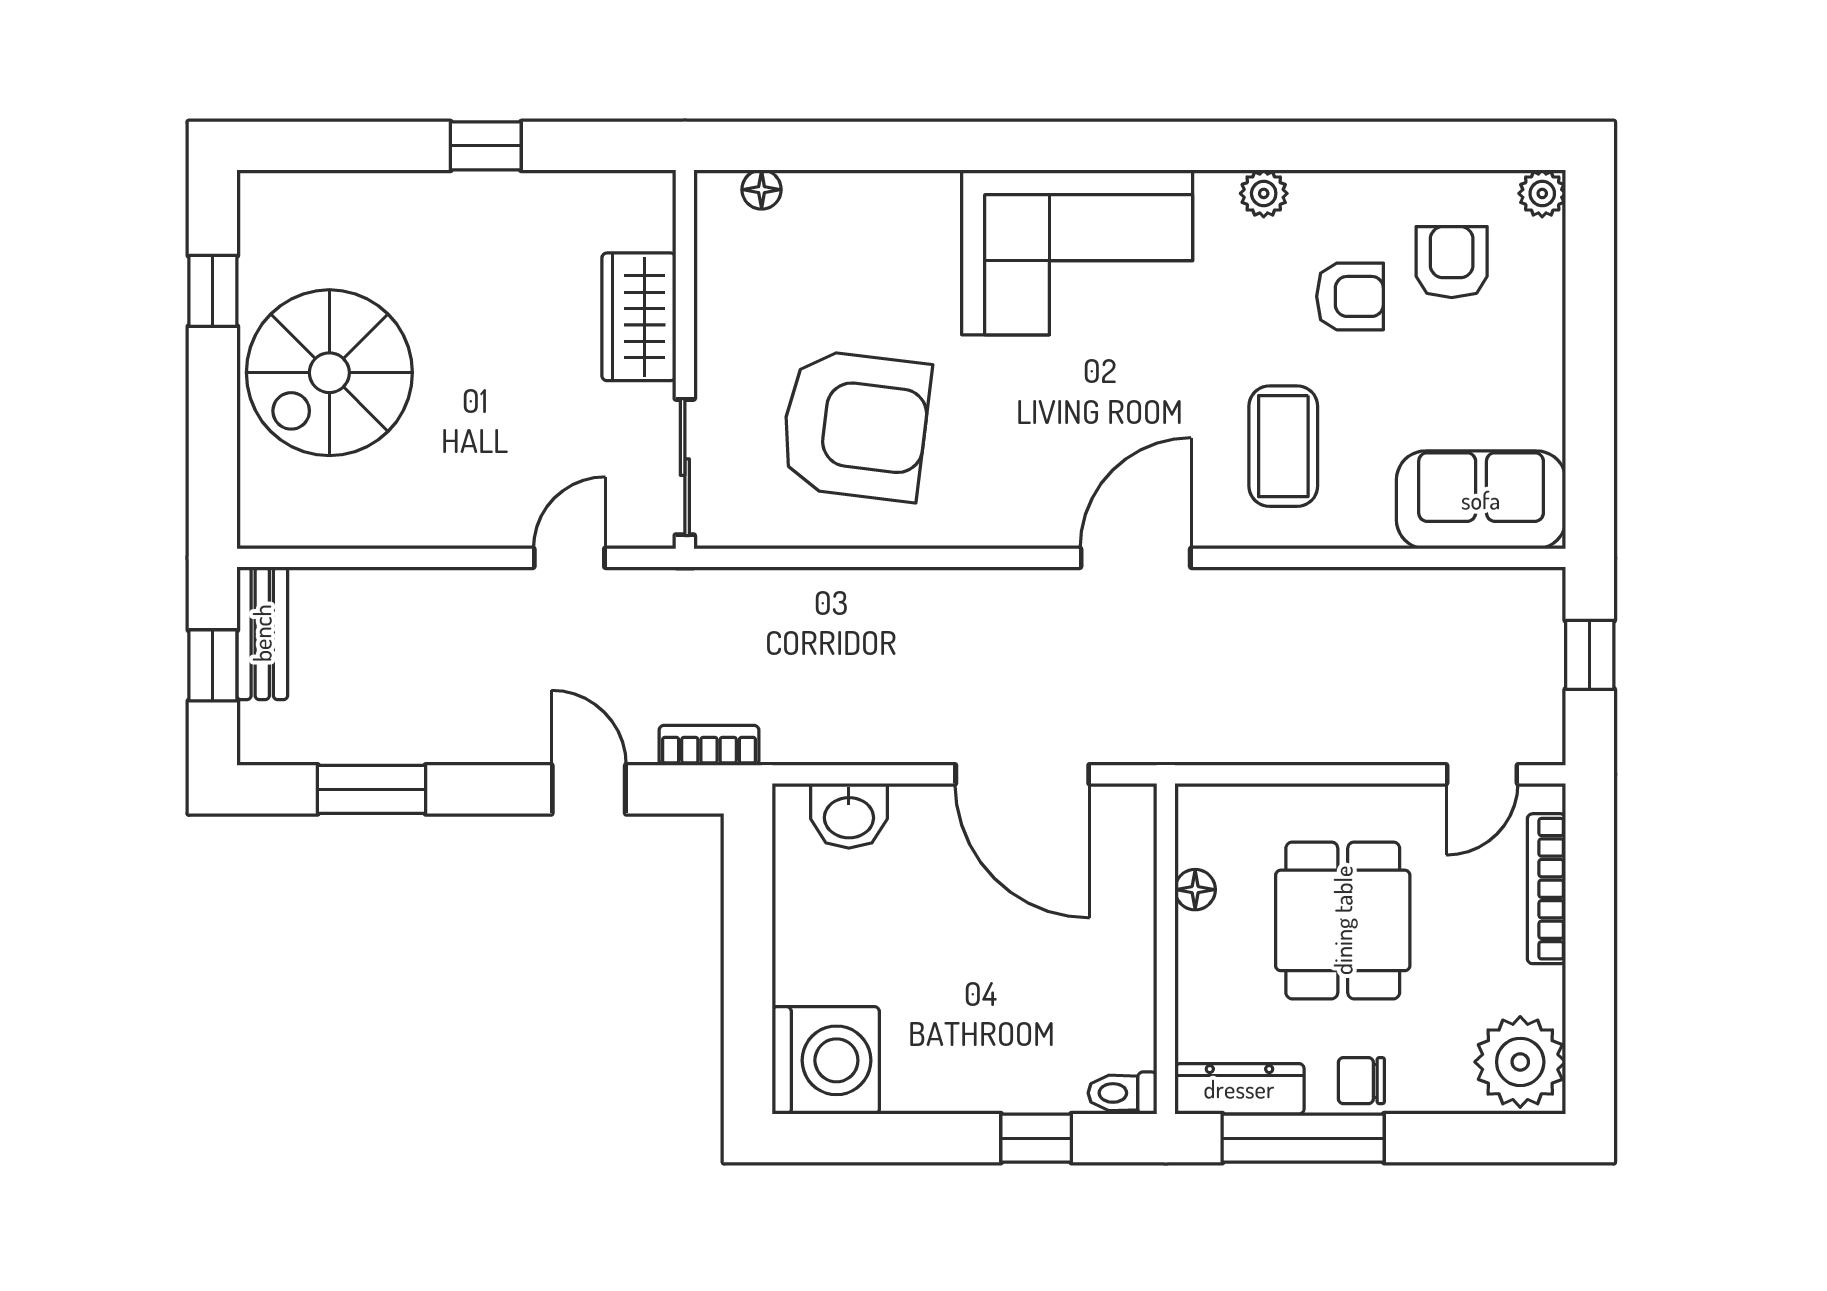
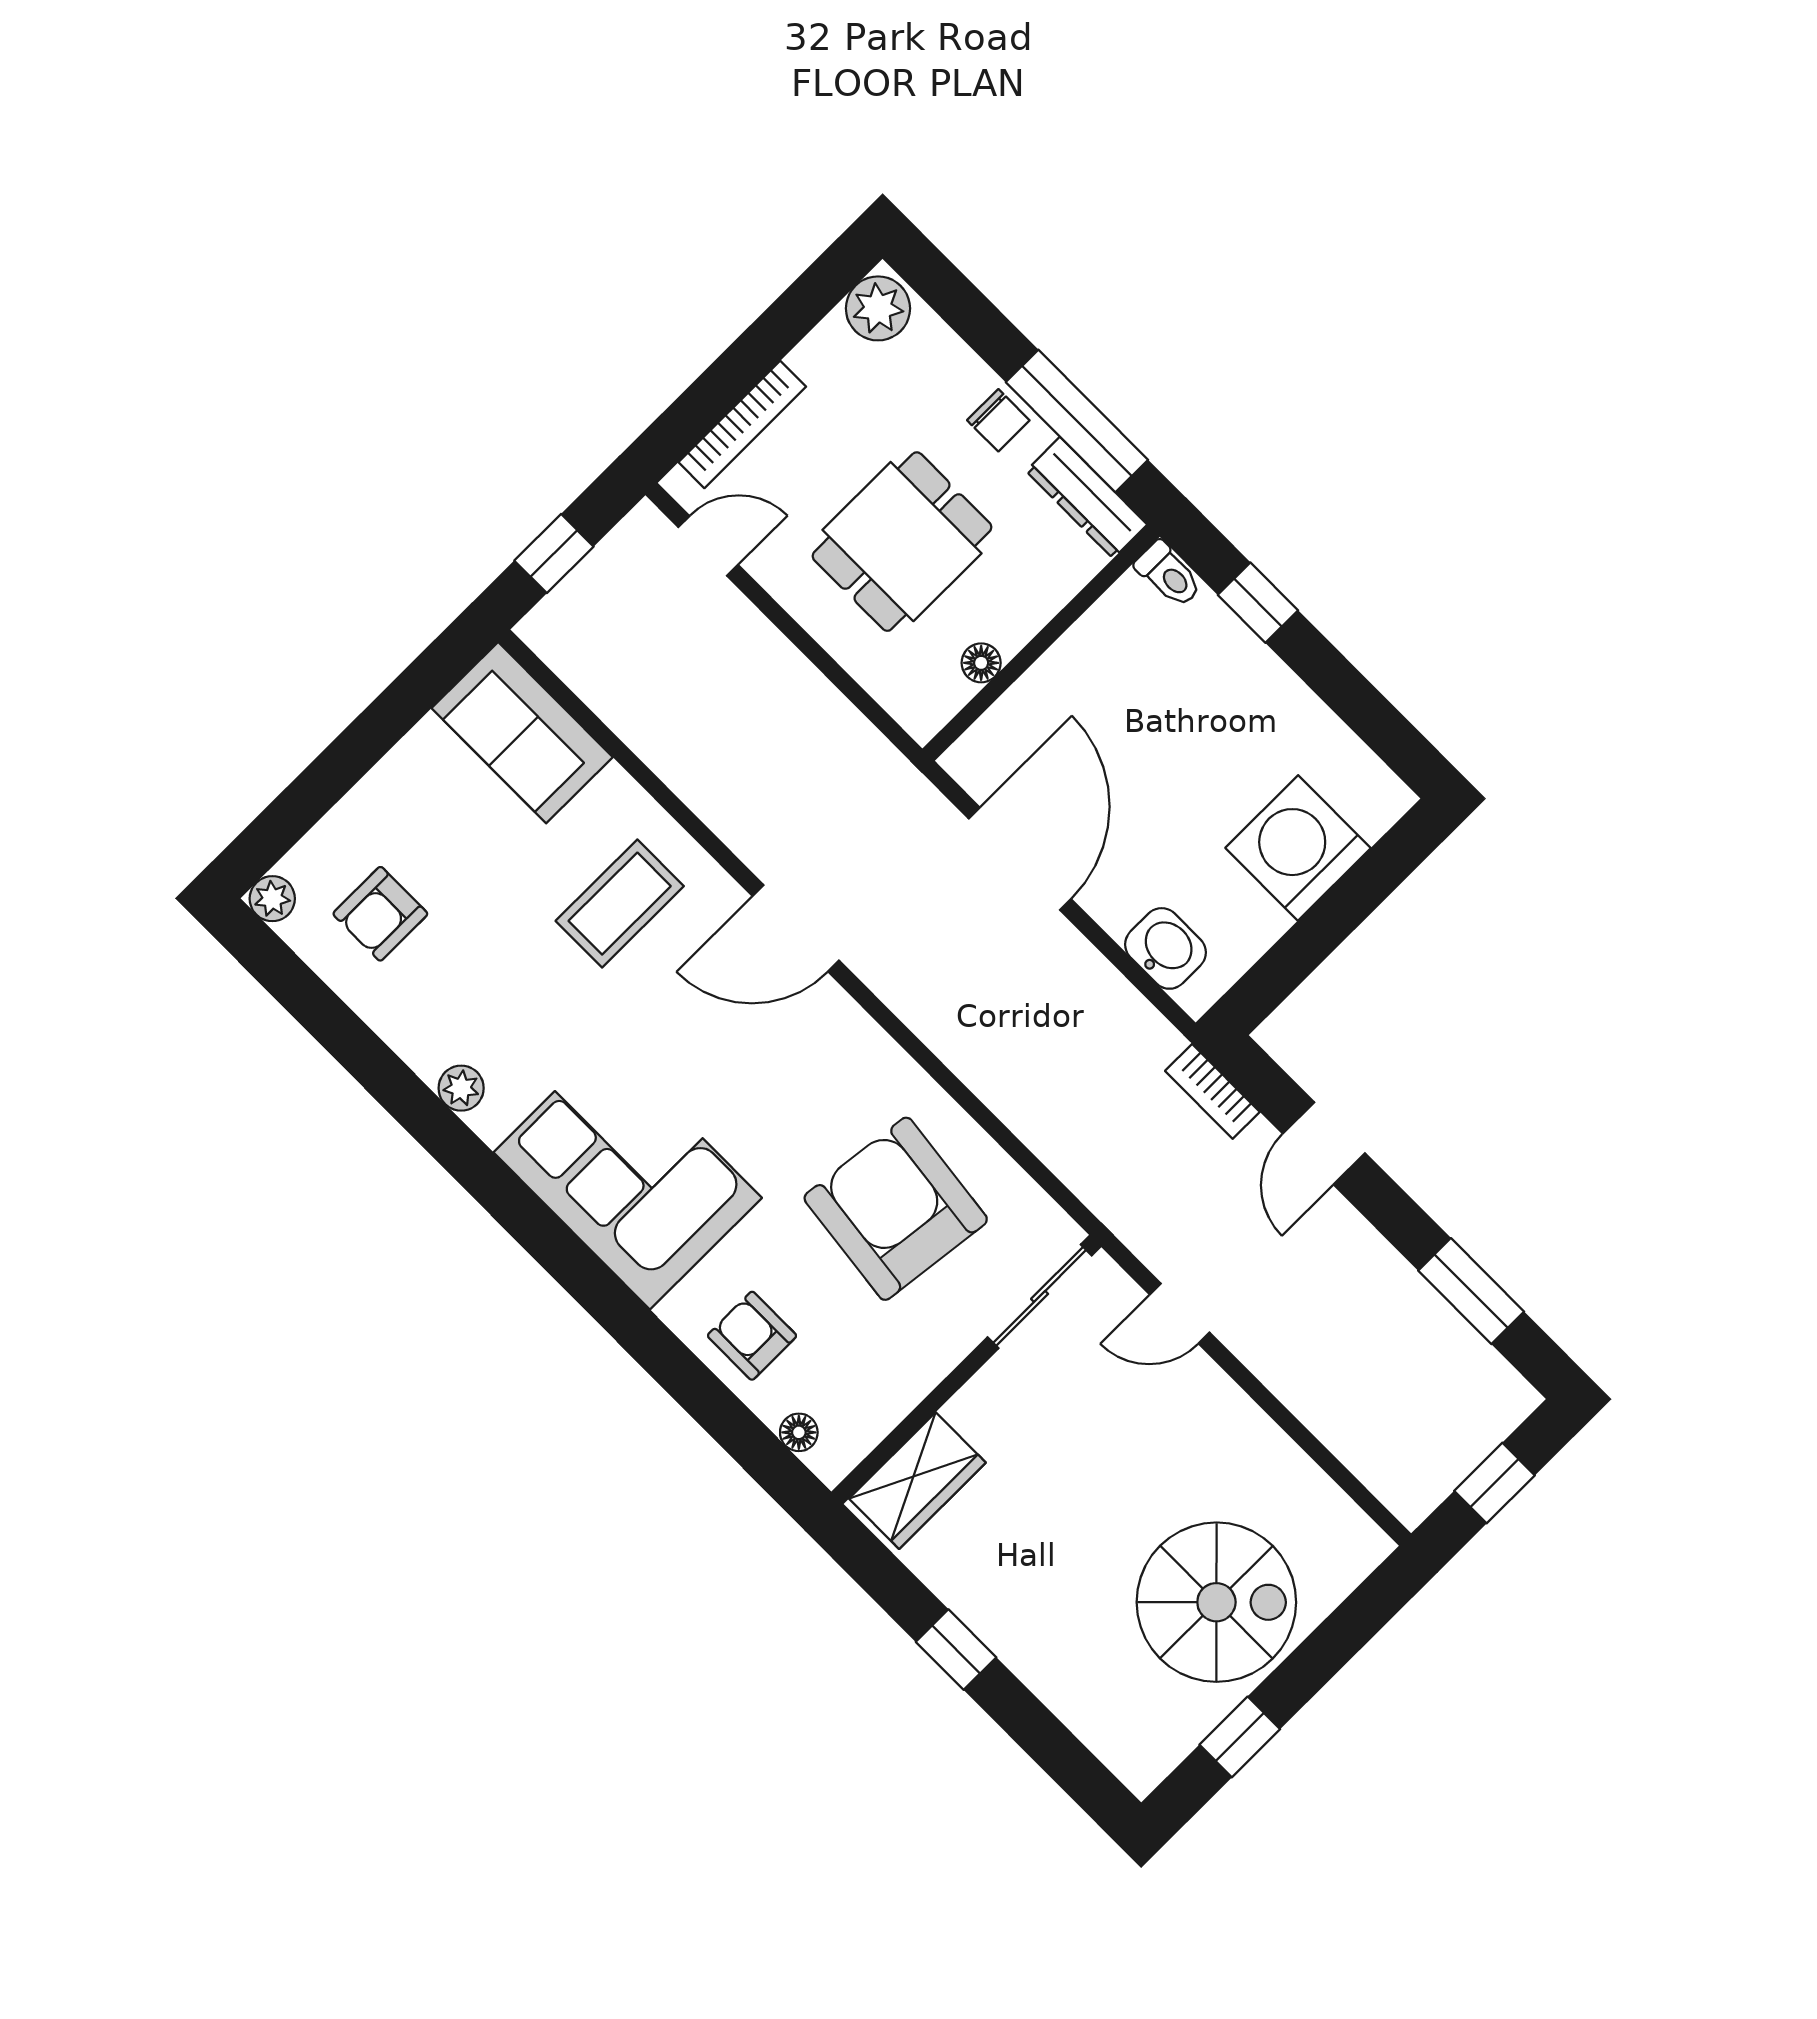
armchair: (1350, 296) -> (752, 1336), moved
wardrobe: (639, 317) -> (917, 1481), moved
bench: (262, 633) -> (1439, 1471), removed
washing machine: (826, 1060) -> (1298, 848), moved
plant: (1520, 1062) -> (878, 308), width x0.73, depth x0.73

